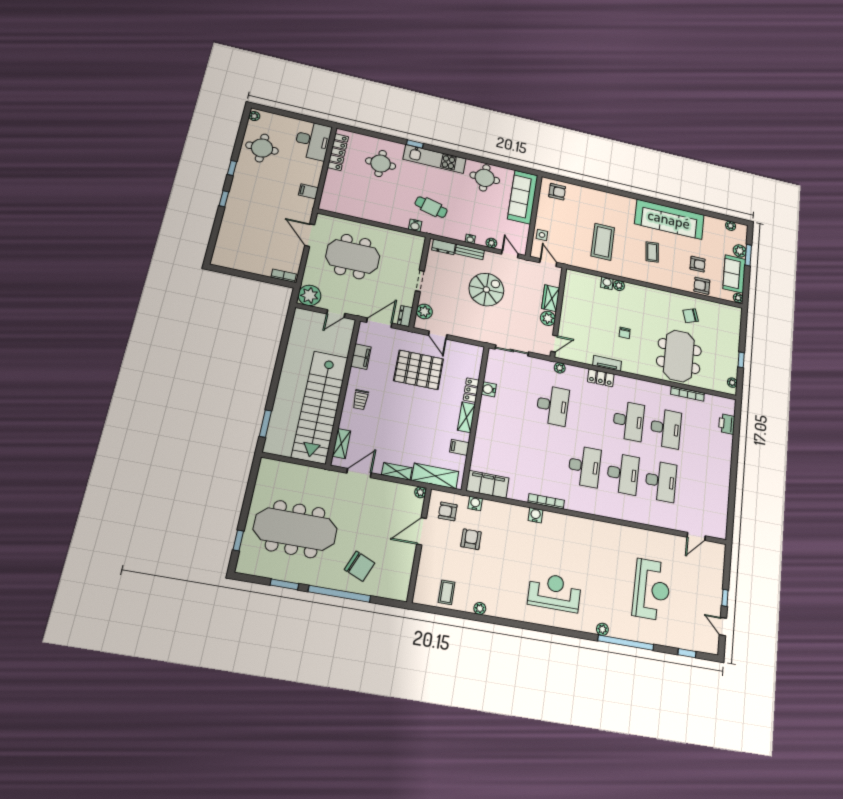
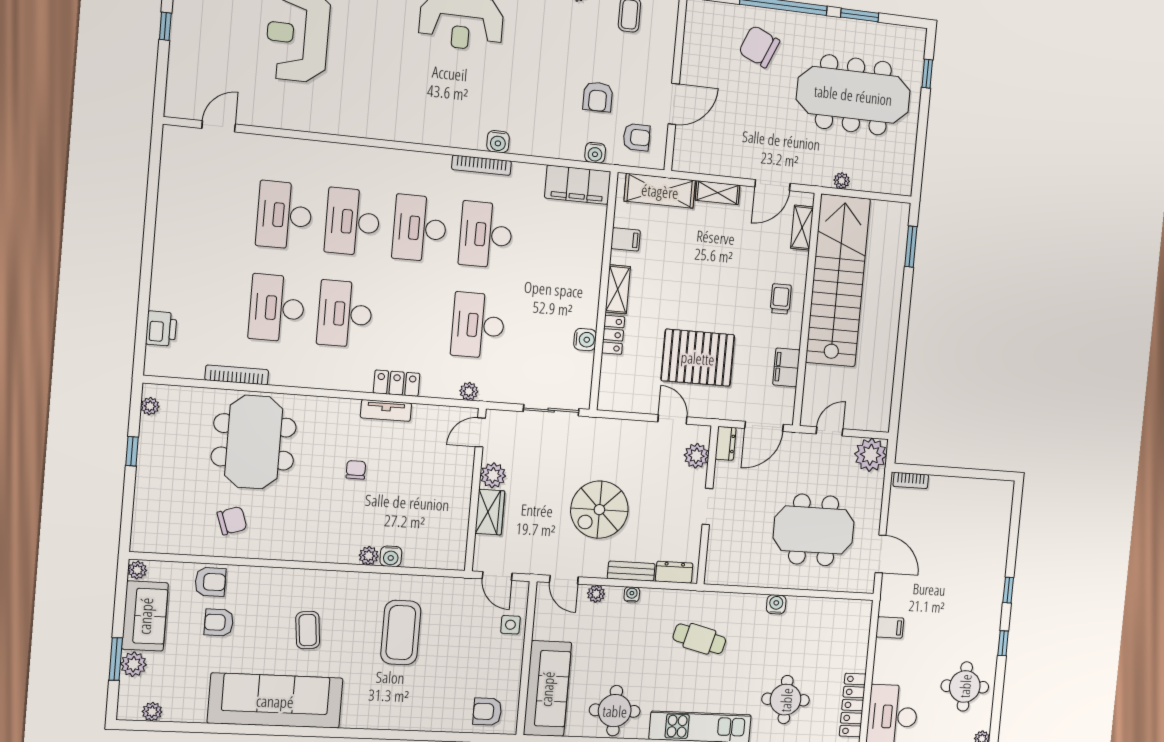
water cooler: (415, 225) -> (776, 604), moved
desk: (546, 459) -> (486, 235), added
plant: (420, 492) -> (842, 181), moved

